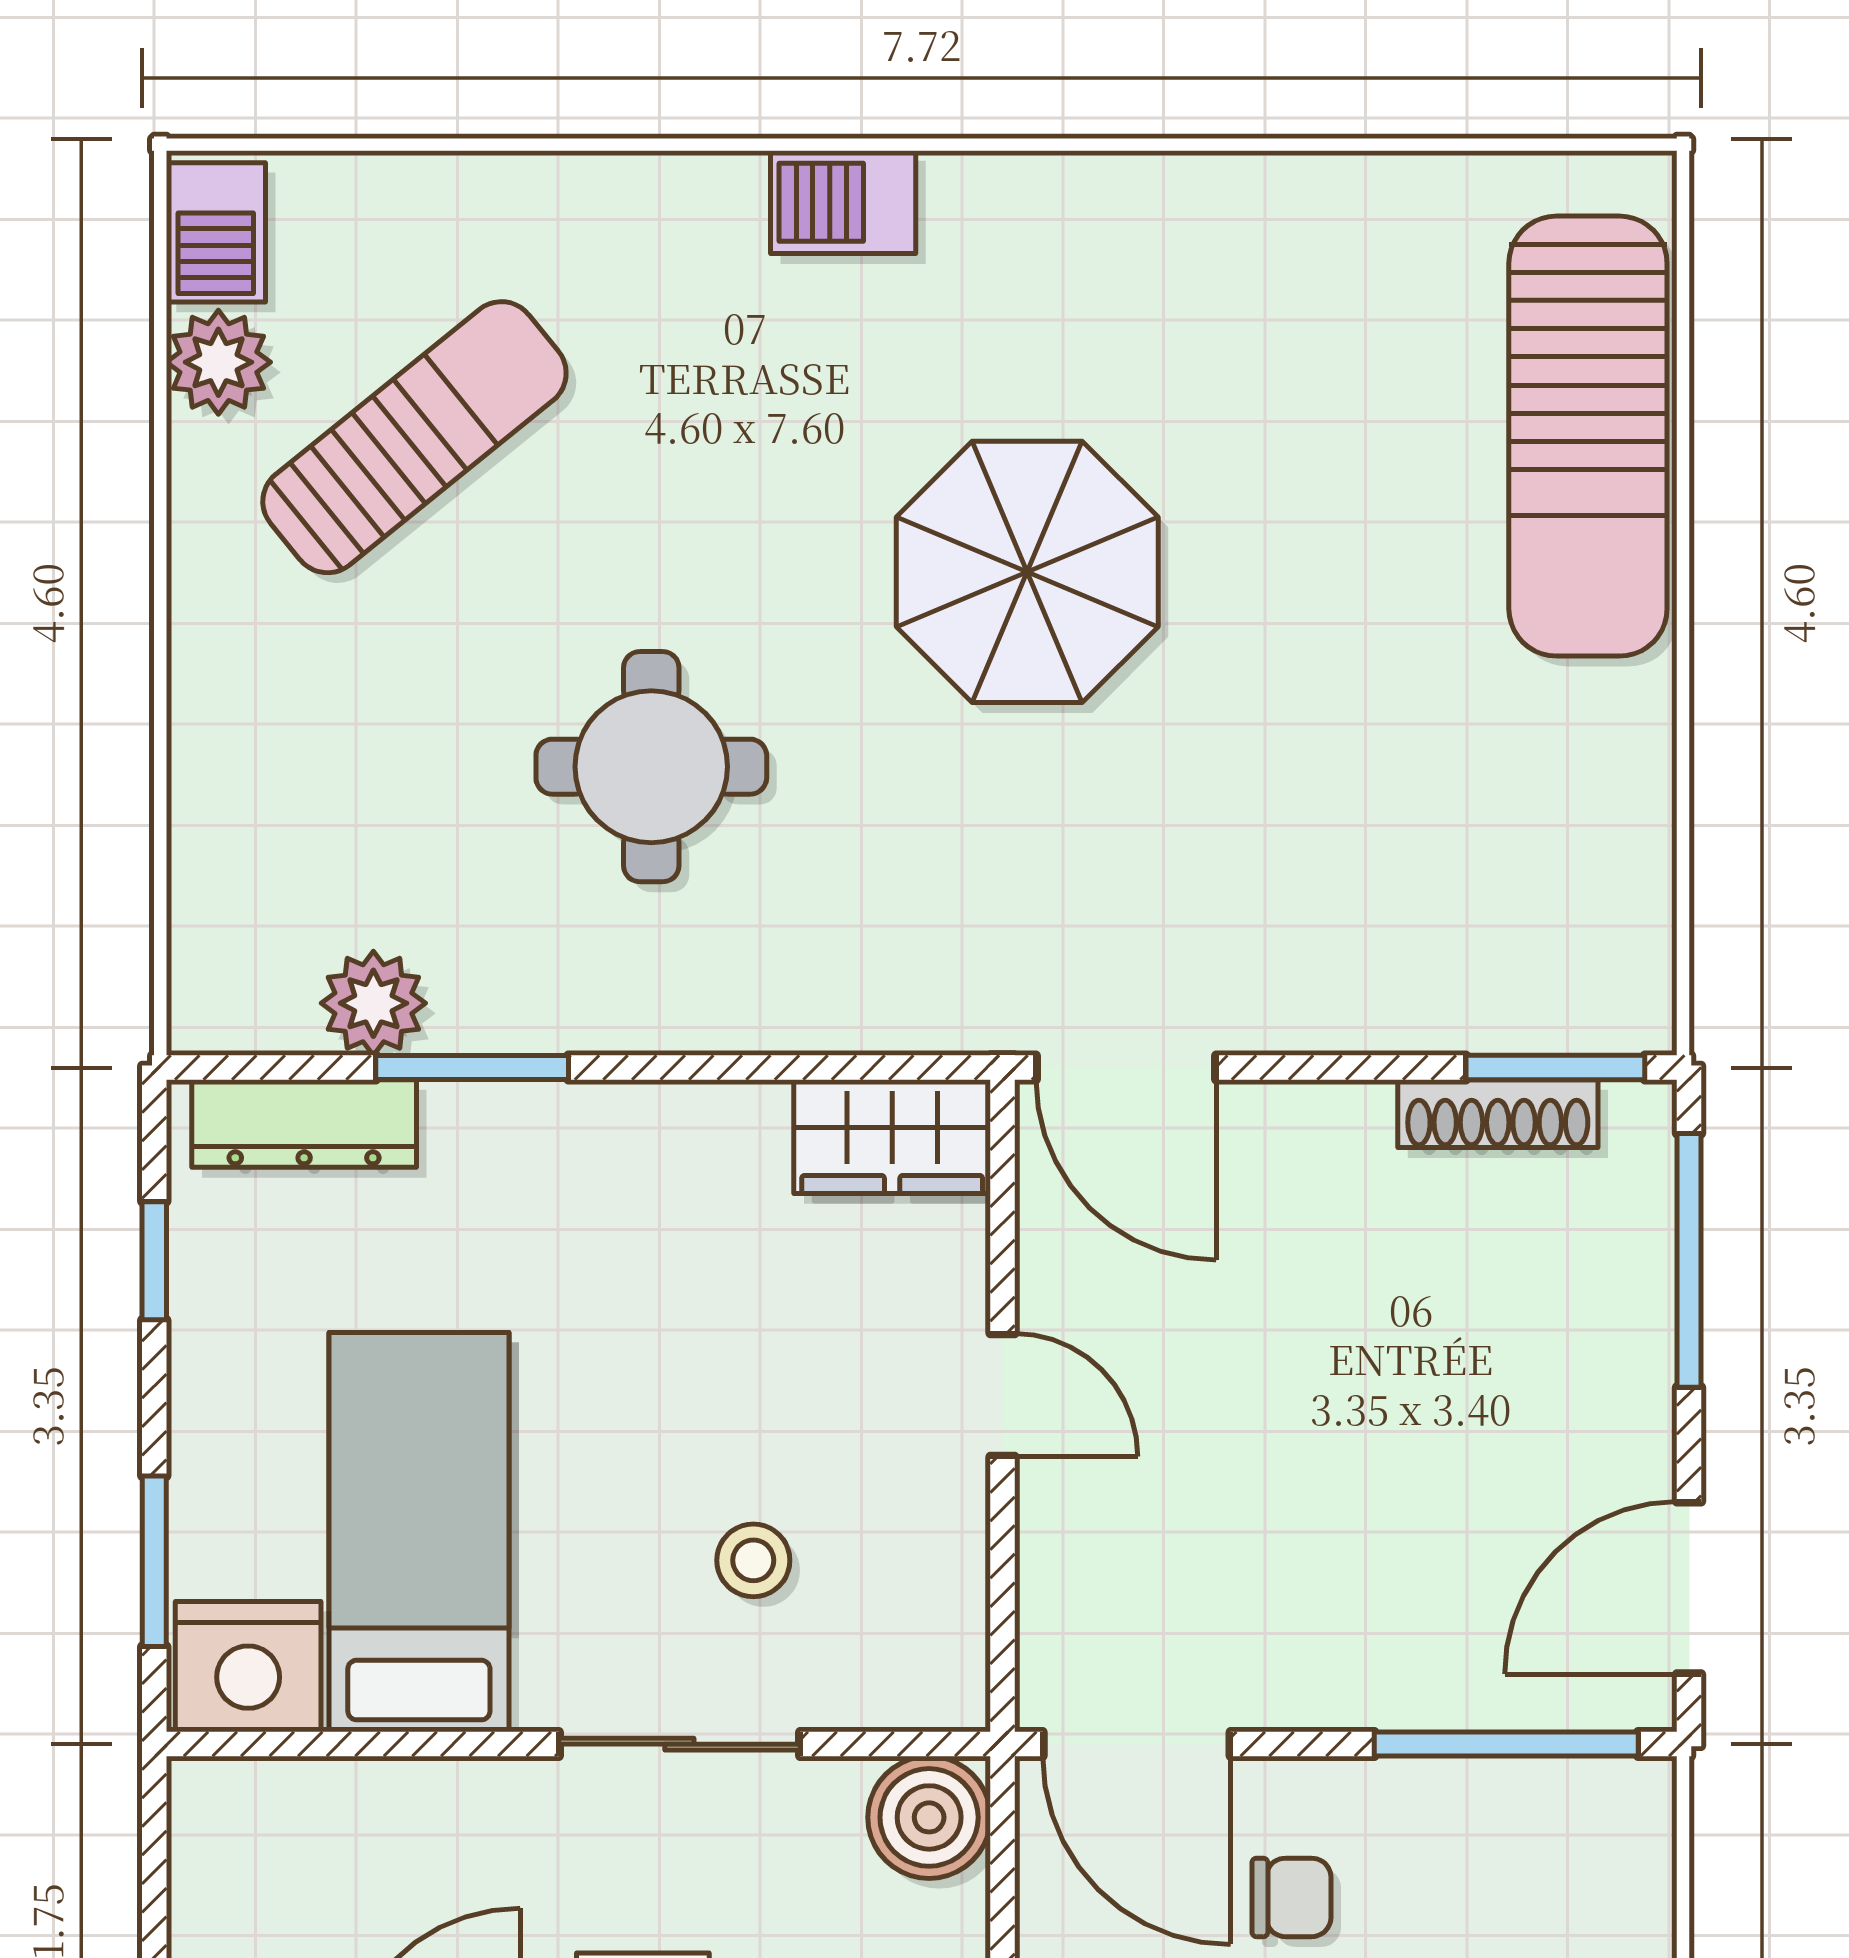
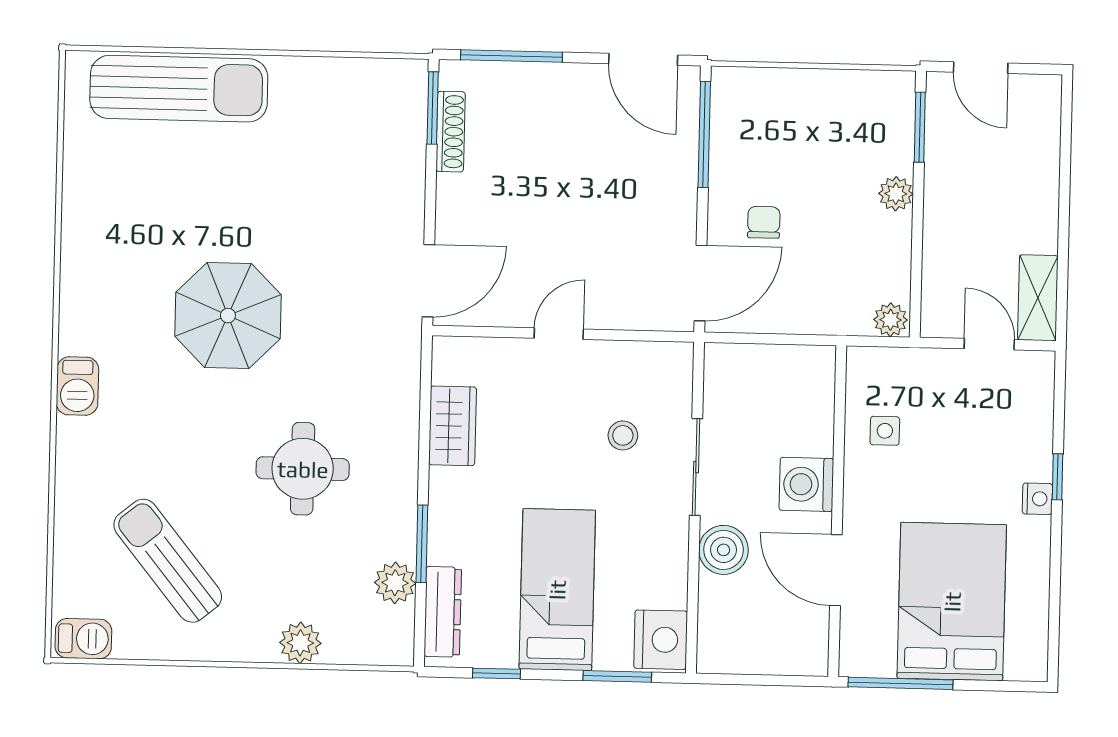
plant: (218, 362) -> (300, 643), moved
wardrobe: (892, 1137) -> (453, 426), moved
bed: (419, 1532) -> (557, 590), moved, turned 90
boiler: (929, 1817) -> (724, 550), moved

